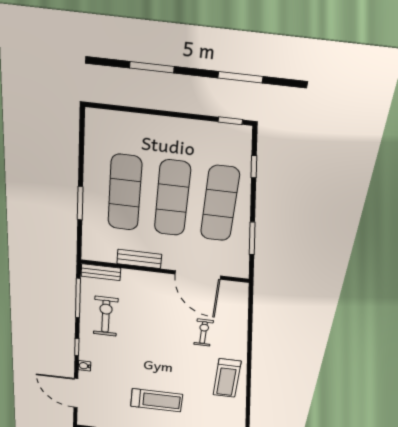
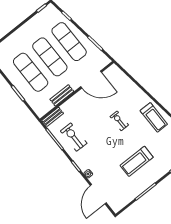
exercise bike: (204, 333) -> (119, 121), moved
door: (76, 393) -> (98, 194), hinge flipped
treadmill: (156, 400) -> (137, 161), turned 180

